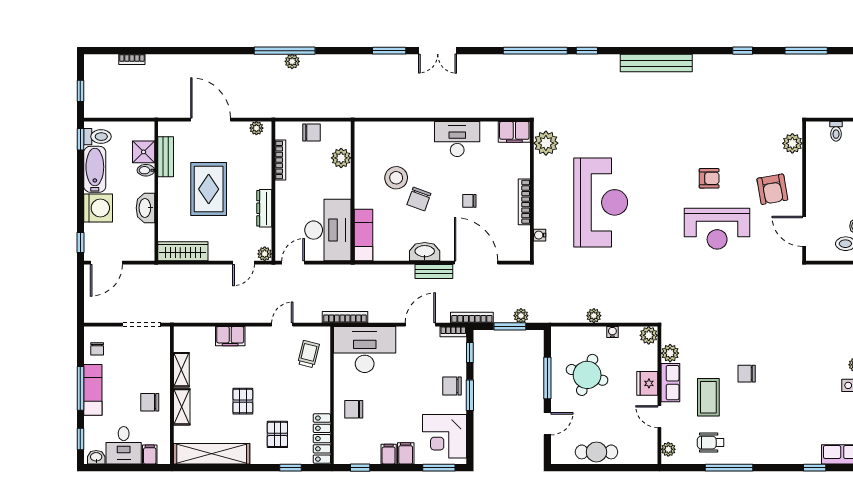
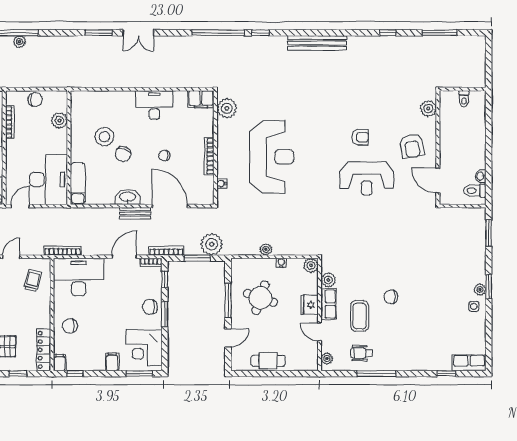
plant: (521, 316) -> (212, 244), width x1.87, depth x1.87
filing cabinet: (389, 454) -> (60, 363), moved

